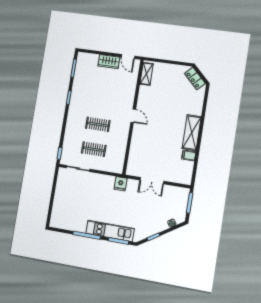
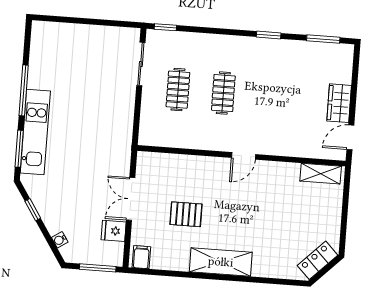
pallet: (163, 150) -> (186, 214), added
filing cabinet: (189, 155) -> (141, 257), moved
fridge: (121, 184) -> (114, 231), moved

